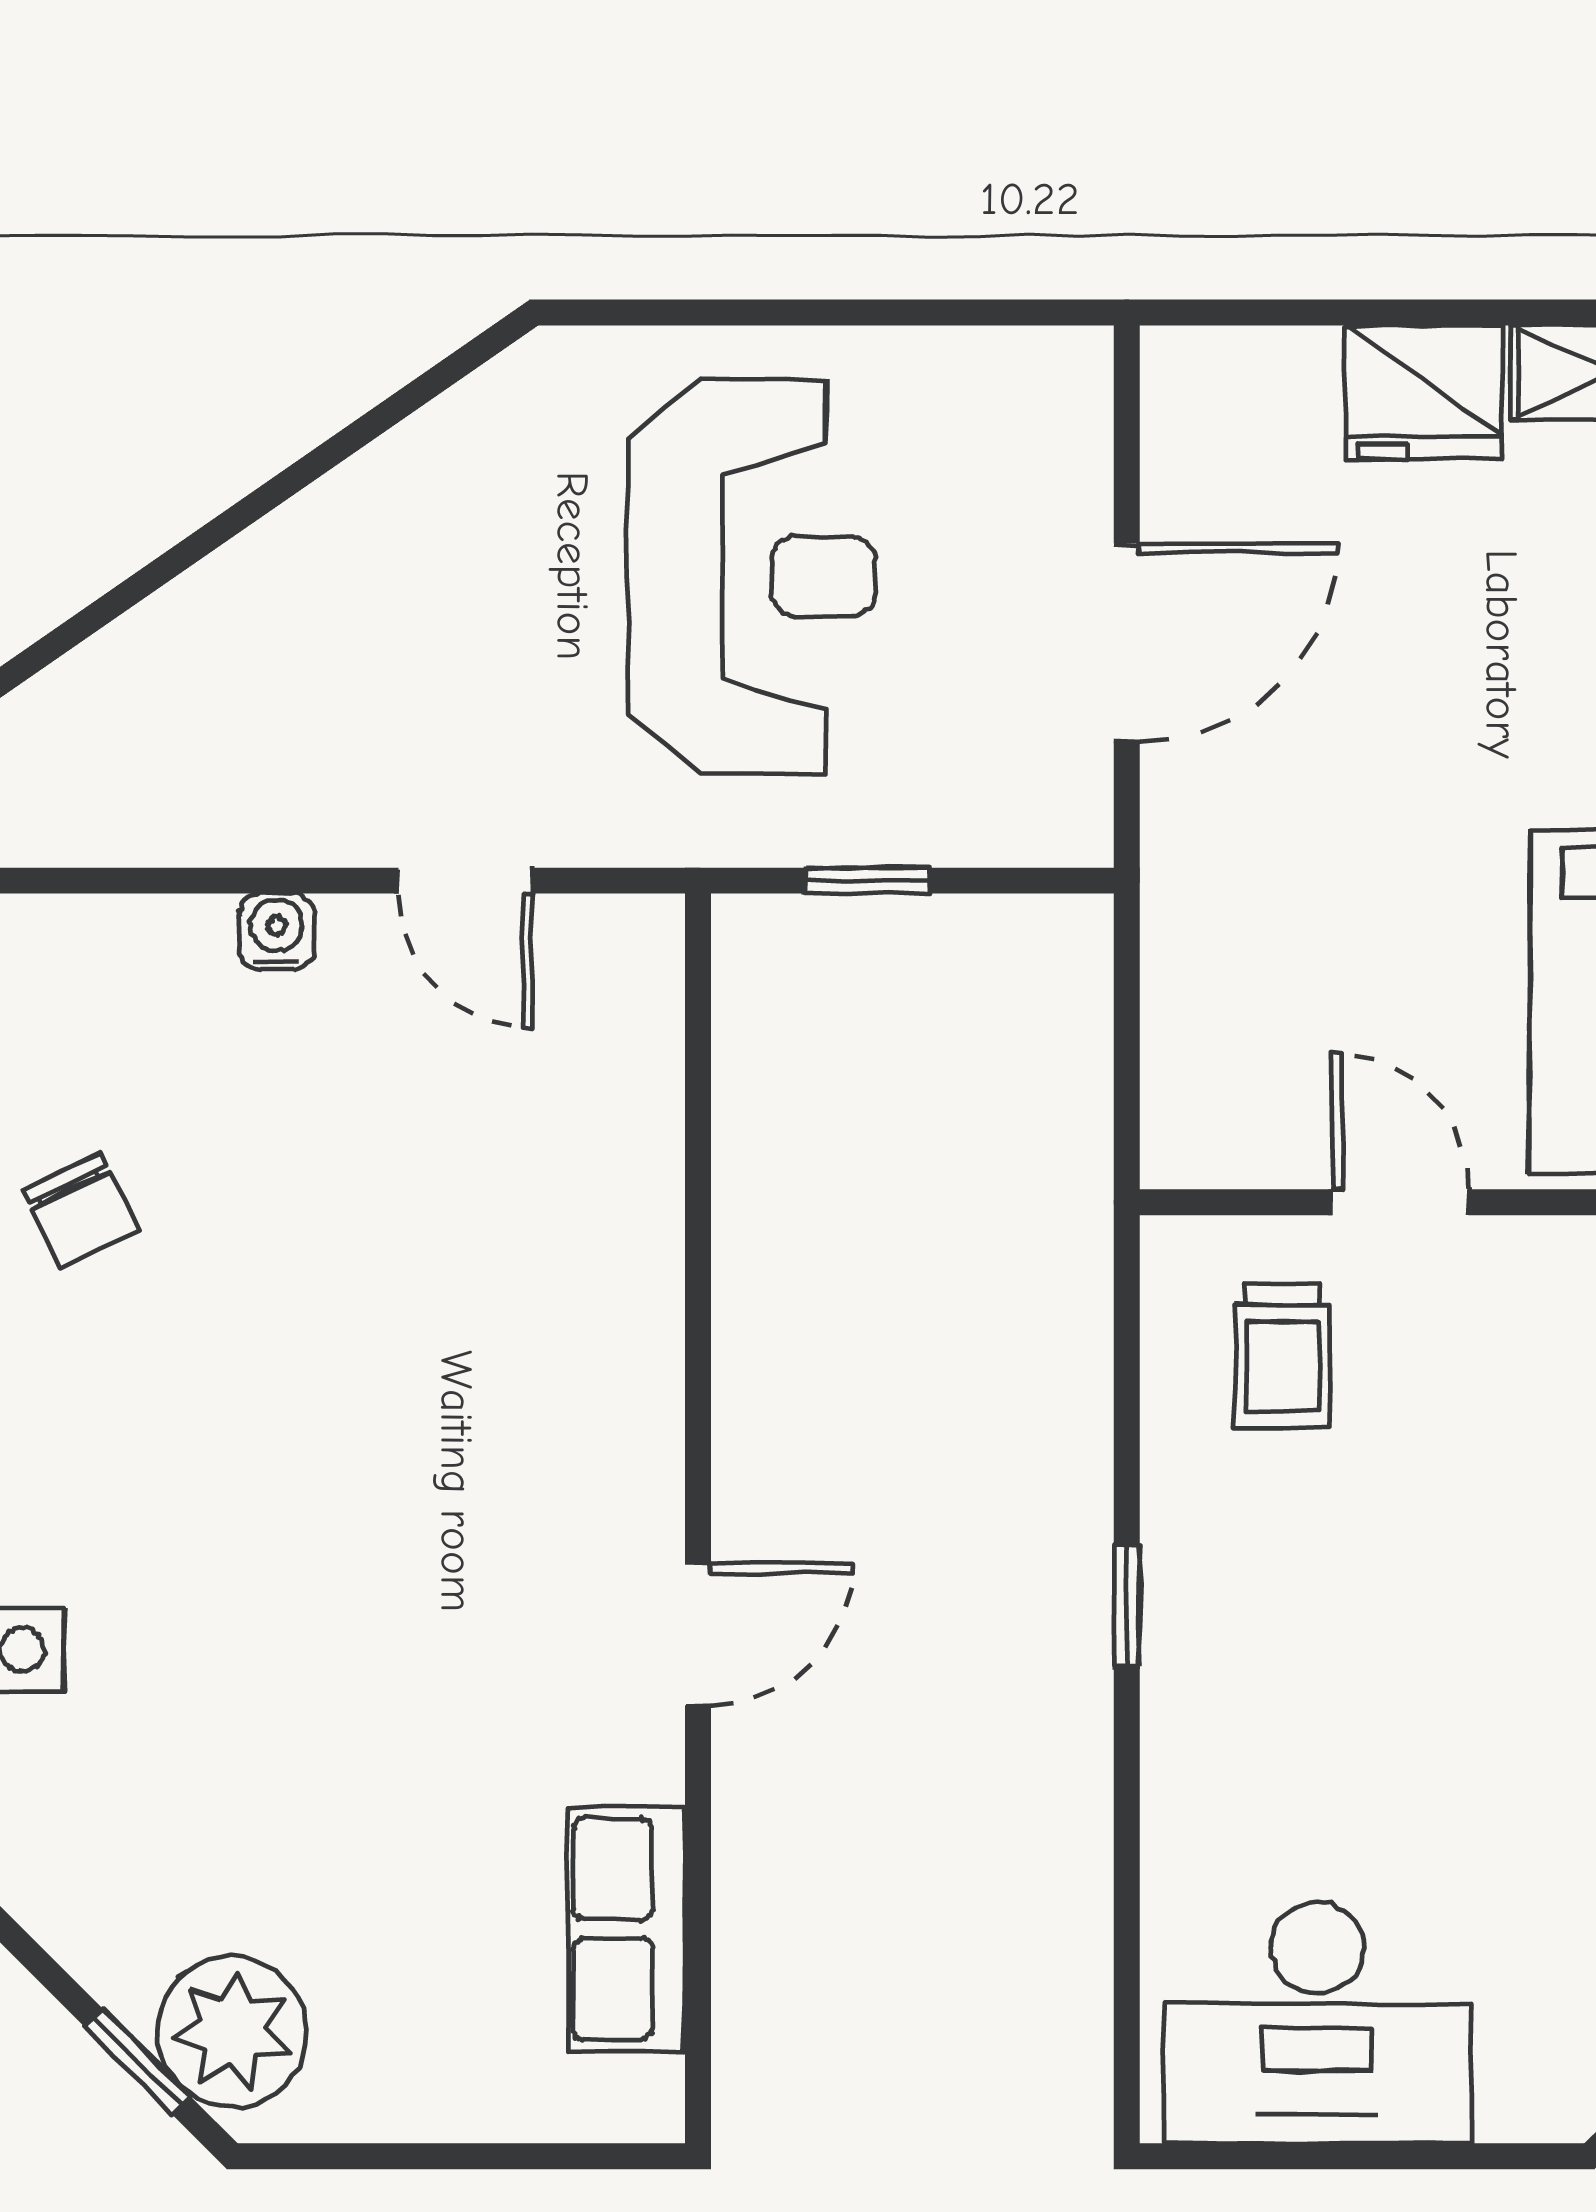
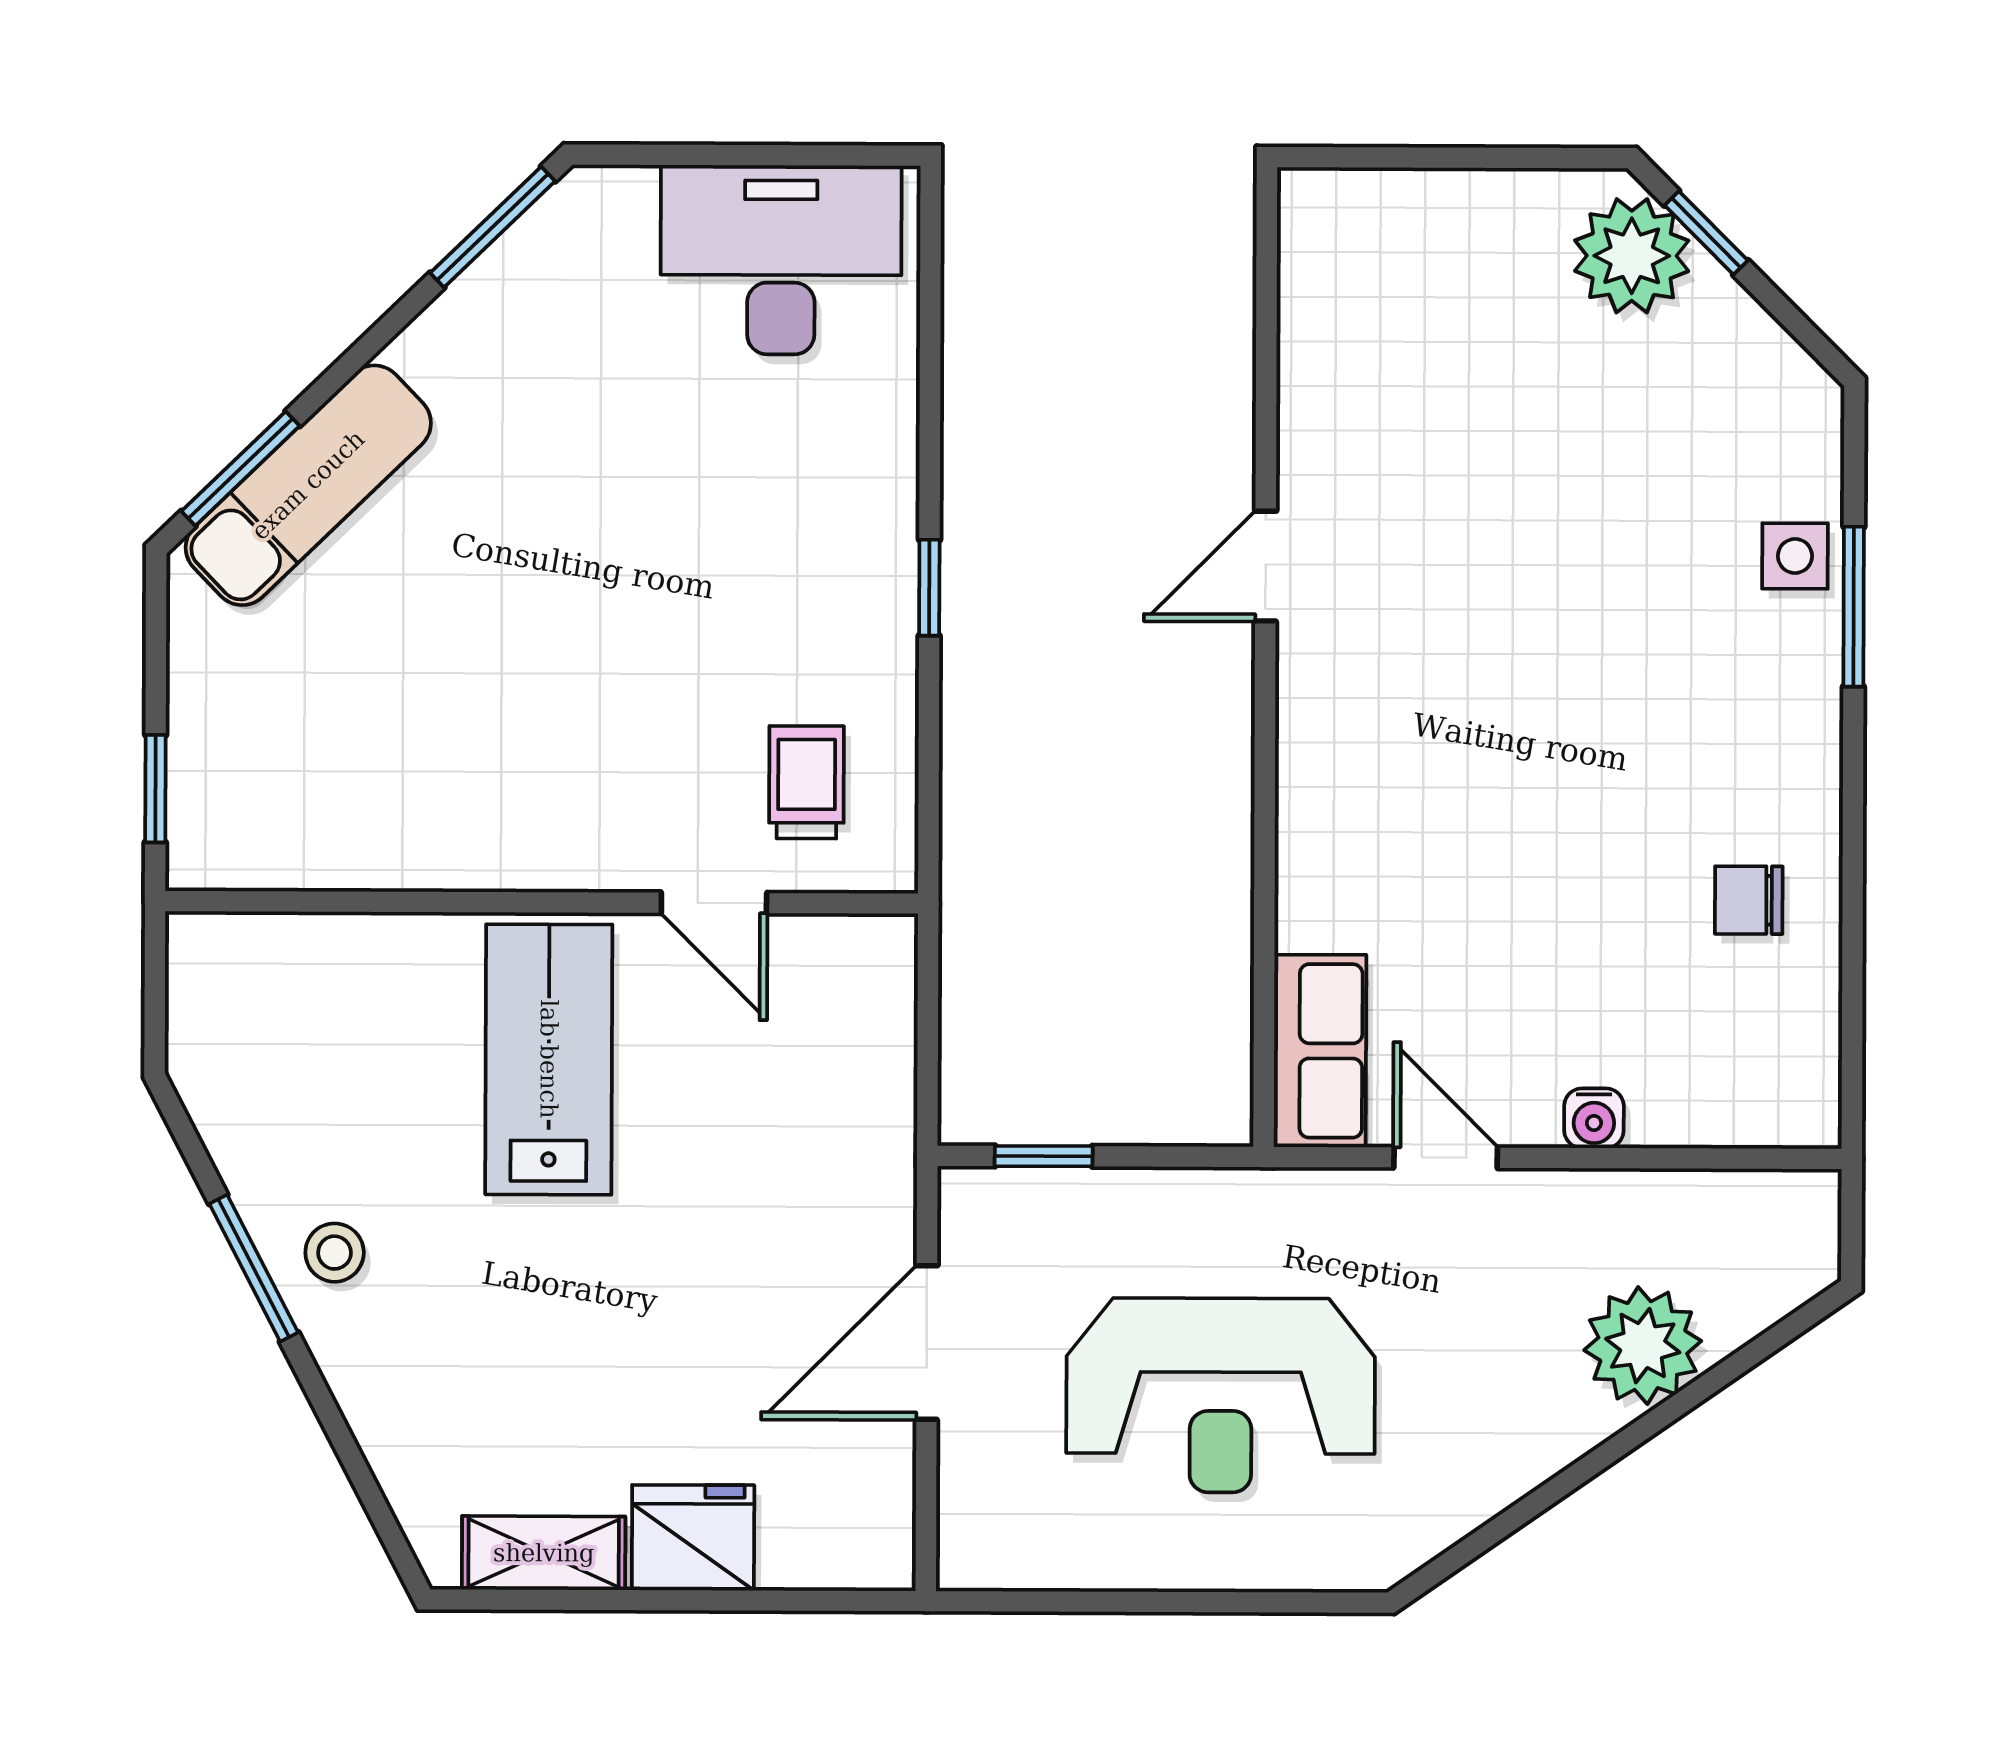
reception desk: (752, 576) -> (1221, 1395), turned -90
plant: (213, 642) -> (1643, 1346), added
window: (868, 881) -> (1044, 1156), moved
chair: (80, 1210) -> (1749, 900), turned -64
row of seats: (626, 1929) -> (1320, 1051), moved

